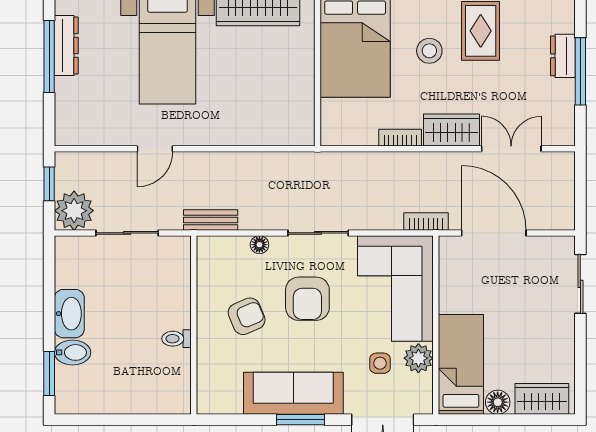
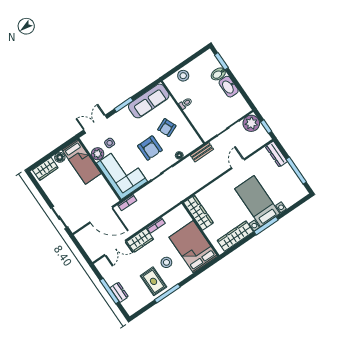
dresser: (66, 46) -> (276, 154), moved
wardrobe: (299, 106) -> (198, 213), added
armchair: (307, 299) -> (150, 148), turned 180
sofa: (293, 393) -> (149, 101), moved
stool: (144, 396) -> (183, 76), added

